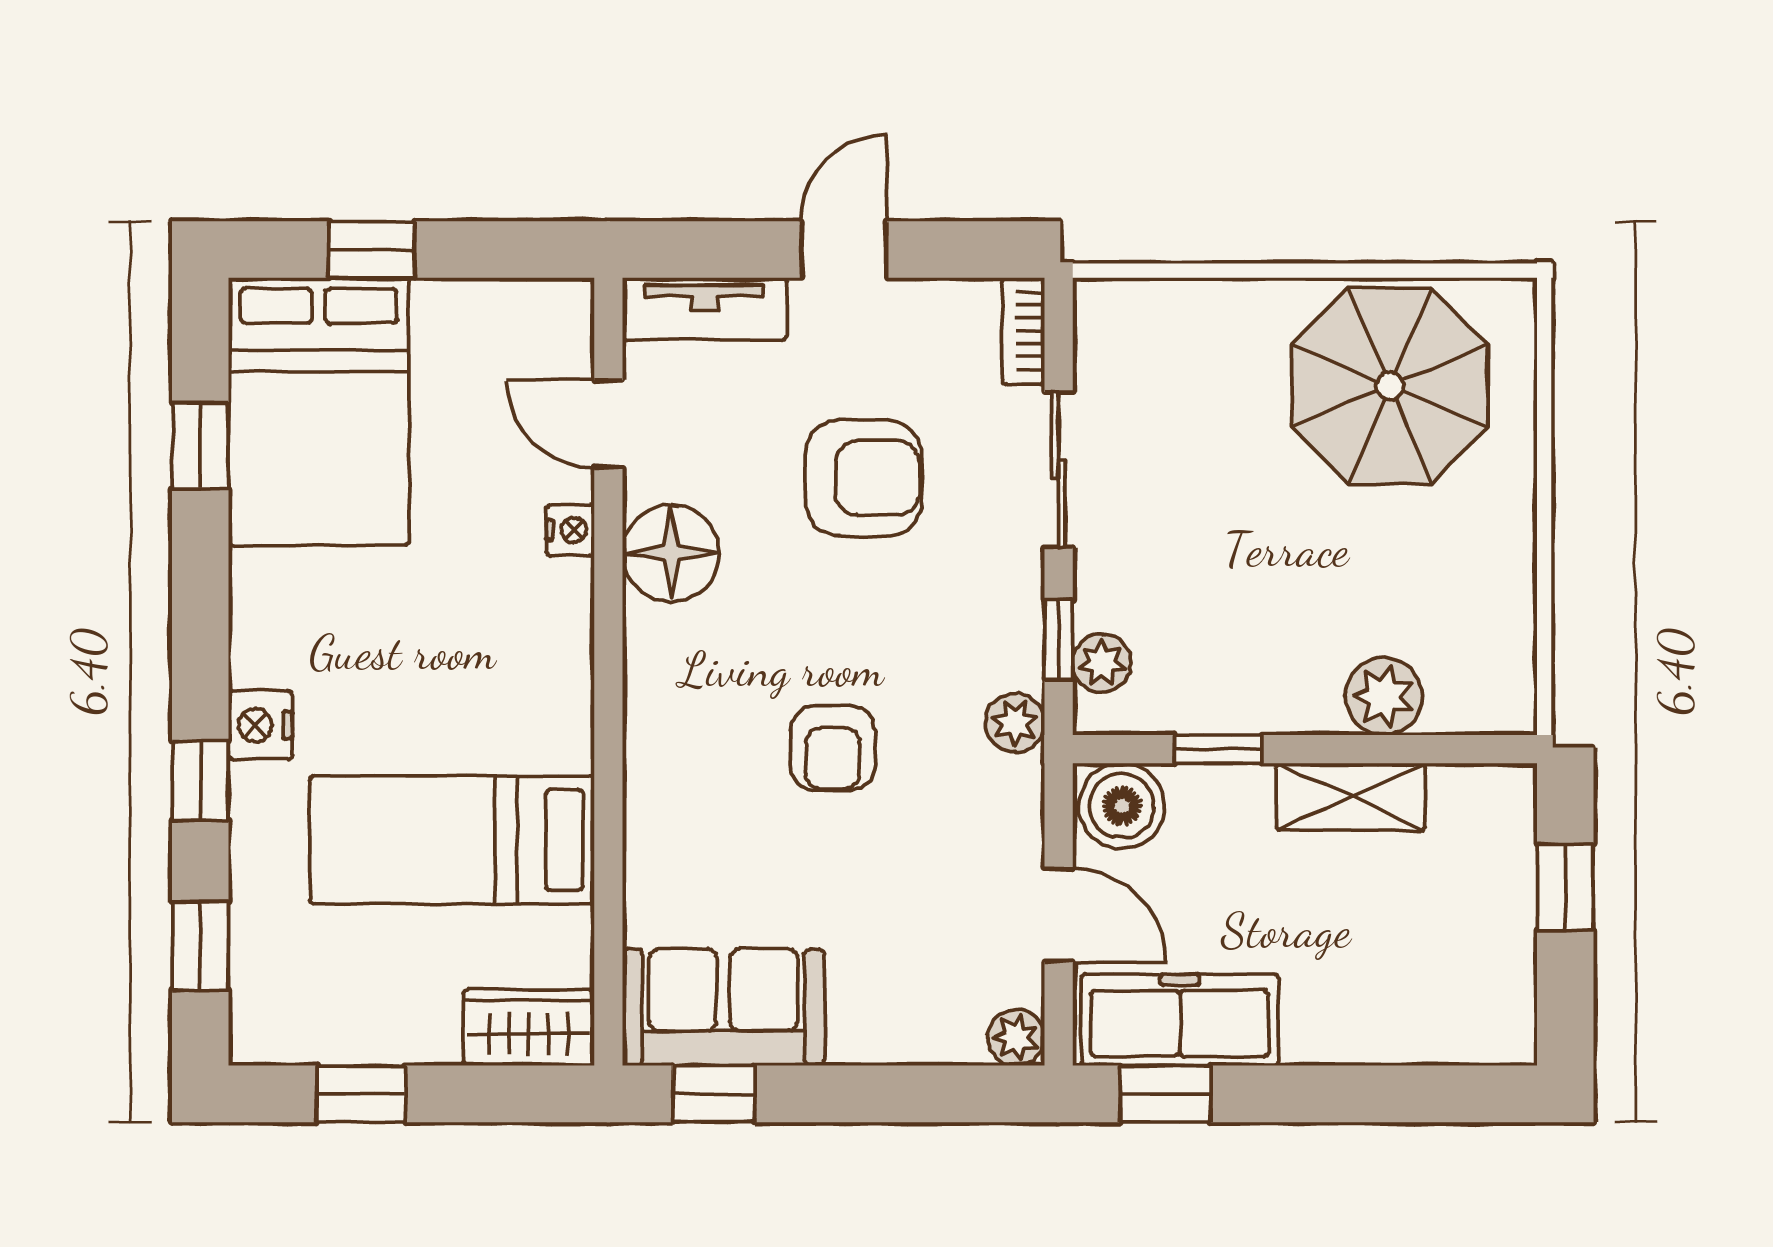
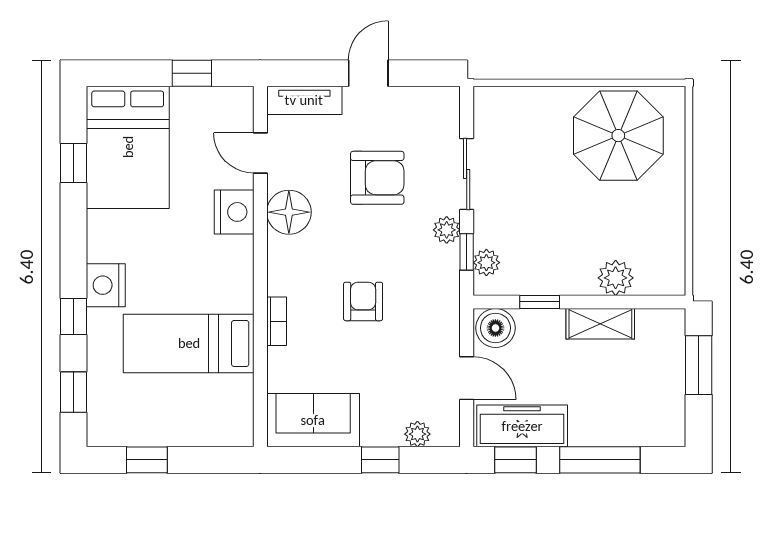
window: (372, 250) -> (192, 73), moved
bookcase: (1023, 331) -> (277, 321), moved, turned 180
nightstand: (570, 530) -> (234, 212), width x1.89, depth x1.79
plant: (1015, 723) -> (447, 230), moved
nightstand: (260, 725) -> (106, 285), width x1.36, depth x1.33
armchair: (833, 748) -> (363, 301), turned 180
window: (1565, 887) -> (699, 365), width x1.50
wardrobe: (529, 1028) -> (224, 430), removed
plant: (1016, 1037) -> (417, 434), moved
window: (714, 1094) -> (380, 460), moved
window: (1350, 1094) -> (600, 460), added

